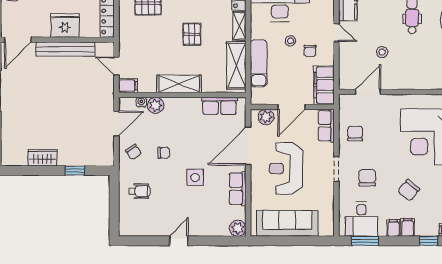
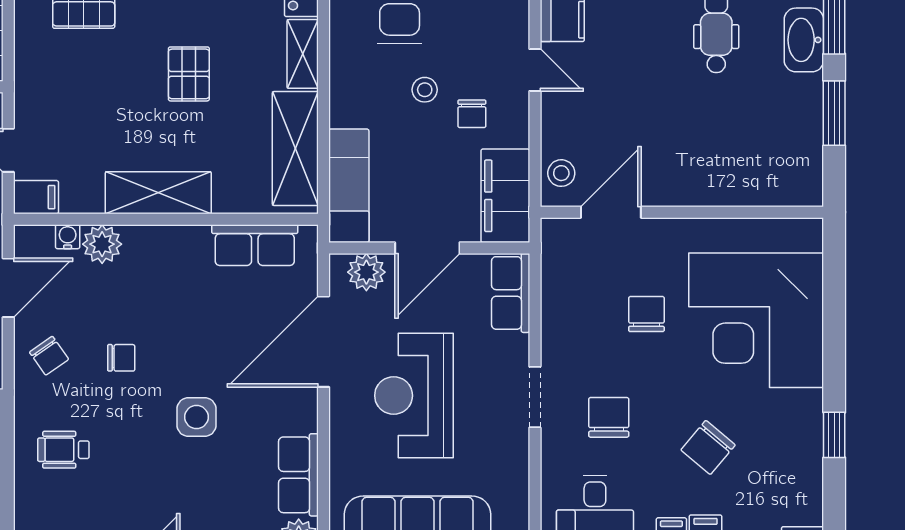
stool: (382, 52) -> (561, 173), moved
exam couch: (259, 63) -> (349, 186), moved
chair: (355, 133) -> (646, 314), moved
row of seats: (238, 189) -> (298, 475), moved
wheelchair: (139, 191) -> (63, 450), turned 180

